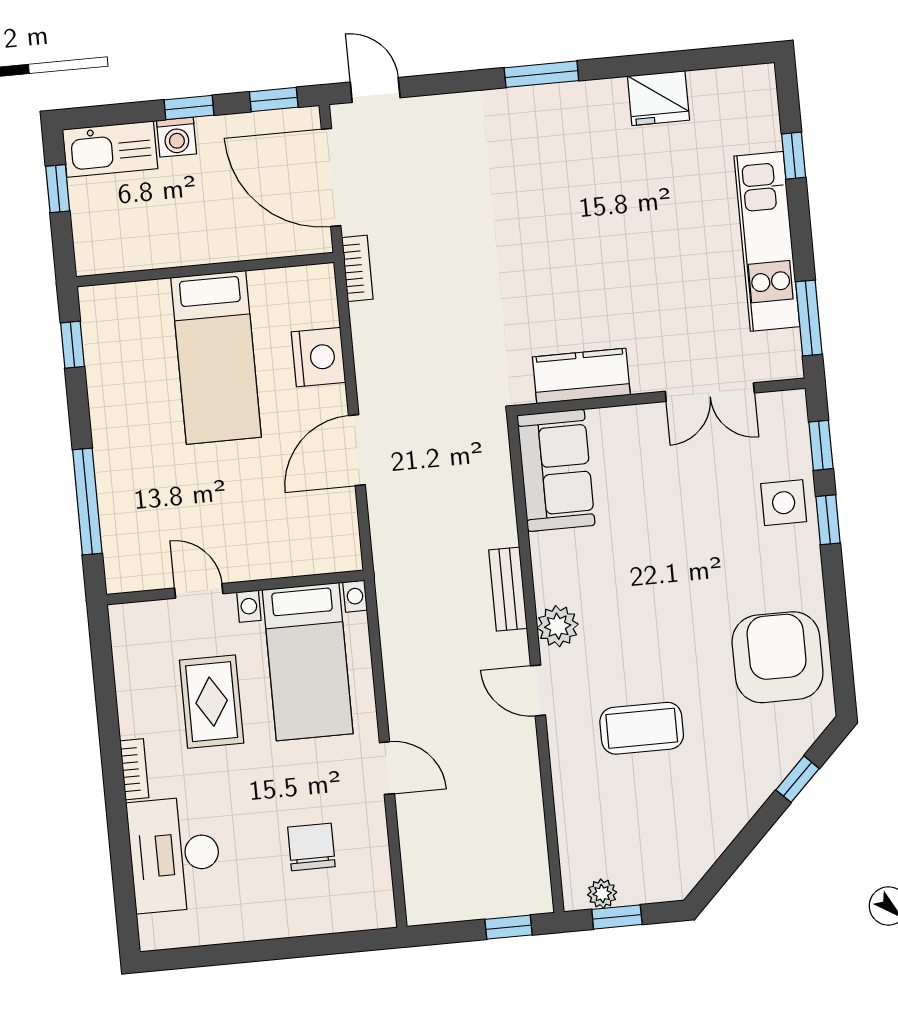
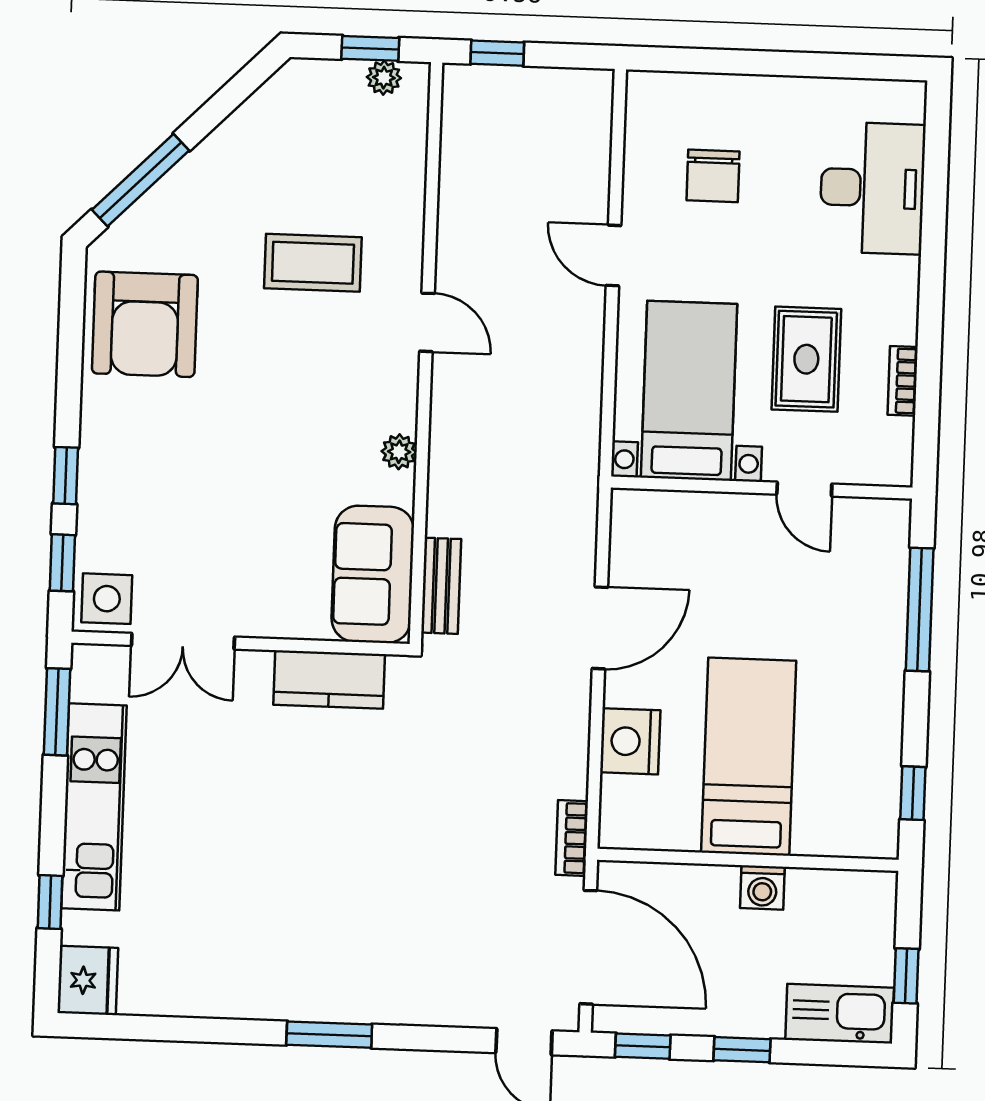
fridge: (658, 98) -> (88, 980), moved, turned 90
washing machine: (177, 137) -> (762, 887), moved, turned 180
double door: (710, 392) -> (183, 641), swing flipped
side table: (784, 503) -> (107, 599), moved
bench: (508, 589) -> (441, 586), moved
plant: (558, 626) -> (399, 452), moved, width x0.73, depth x0.73
bookcase: (134, 769) -> (903, 381), moved
window: (797, 779) -> (140, 180), width x2.17

